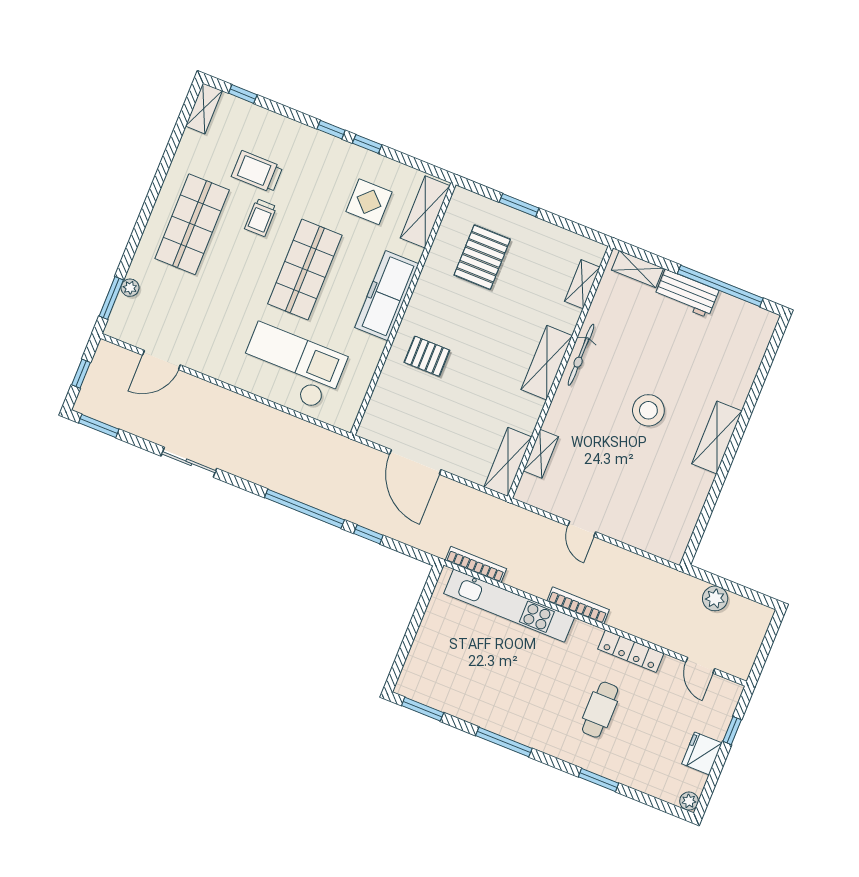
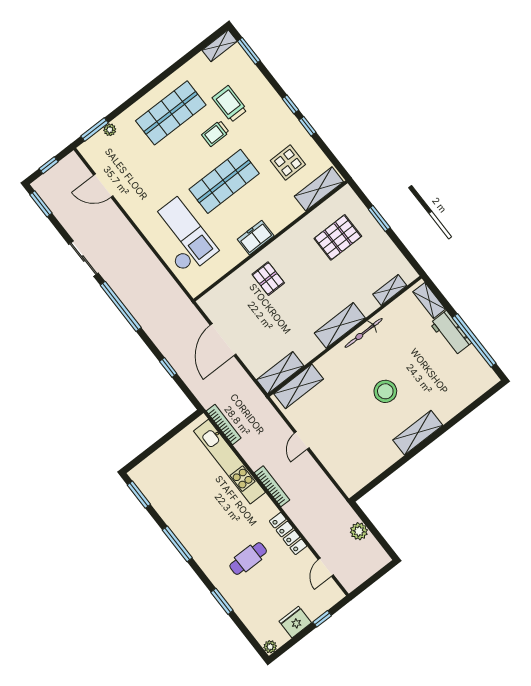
window: (243, 94) -> (249, 51), width x1.50
freezer: (387, 296) -> (256, 238), width x0.52, depth x0.79
shelving: (541, 454) -> (299, 386), width x1.50, depth x1.33
window: (304, 509) -> (121, 306), moved

